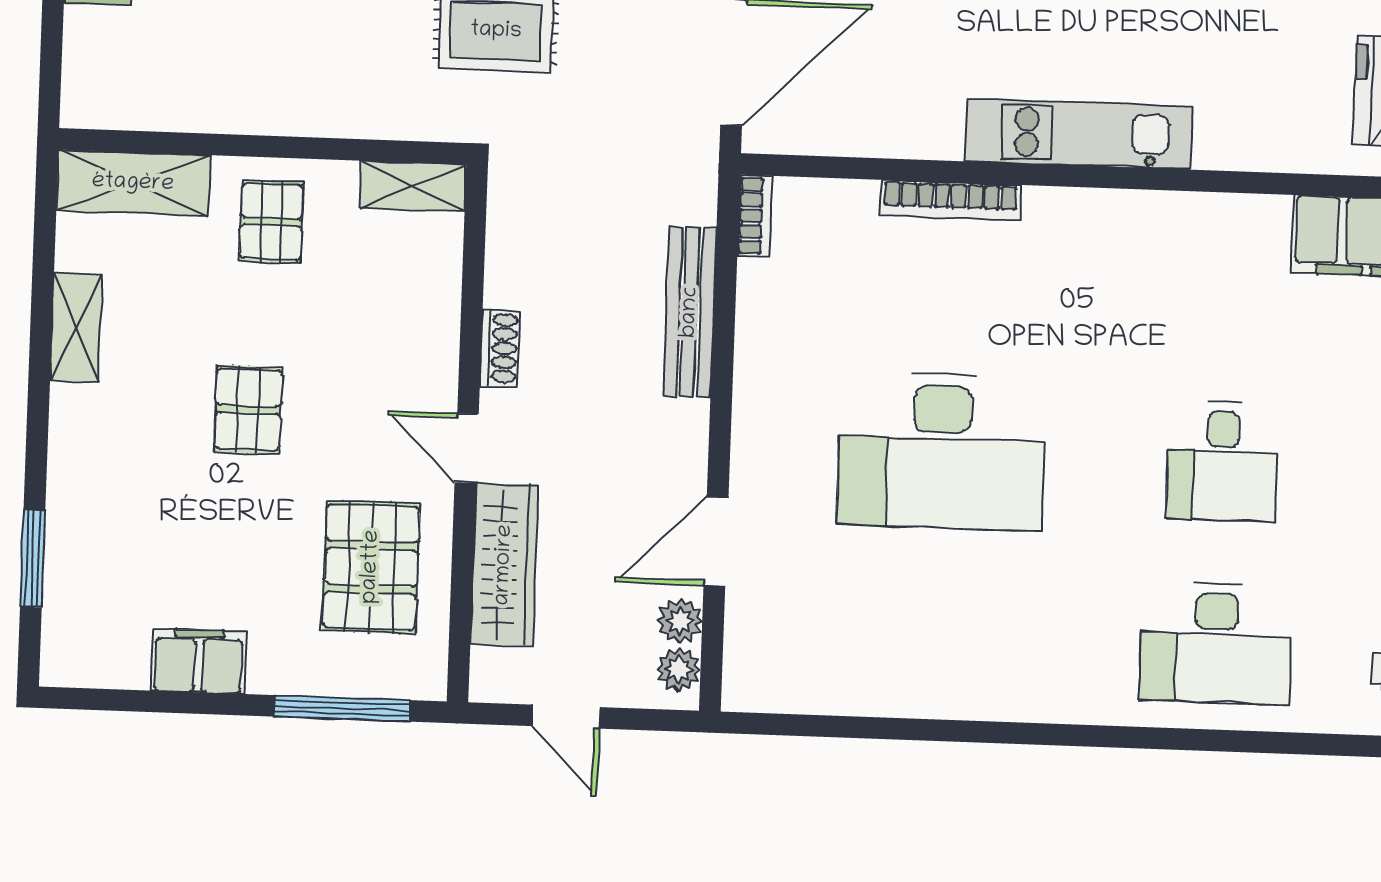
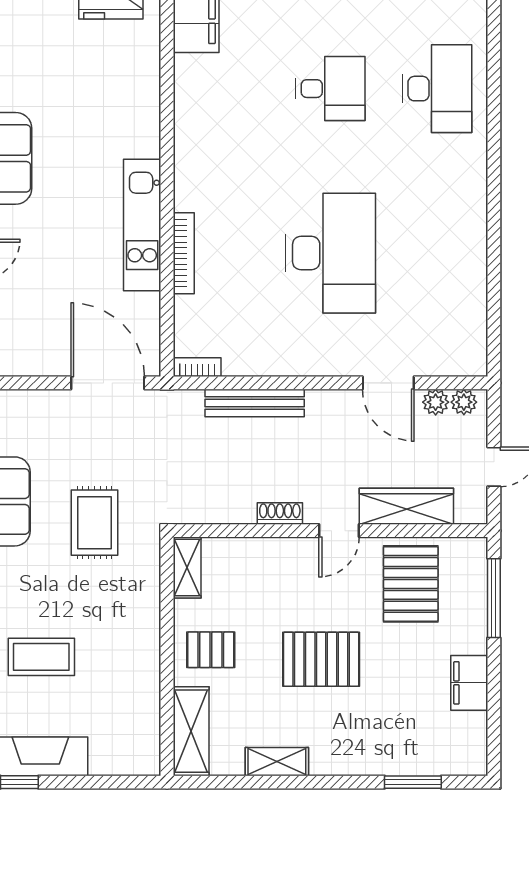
kitchen unit: (1079, 134) -> (142, 225), moved
pallet: (248, 410) -> (321, 659), width x1.50, depth x1.42
pallet: (371, 567) -> (411, 584), turned 90

